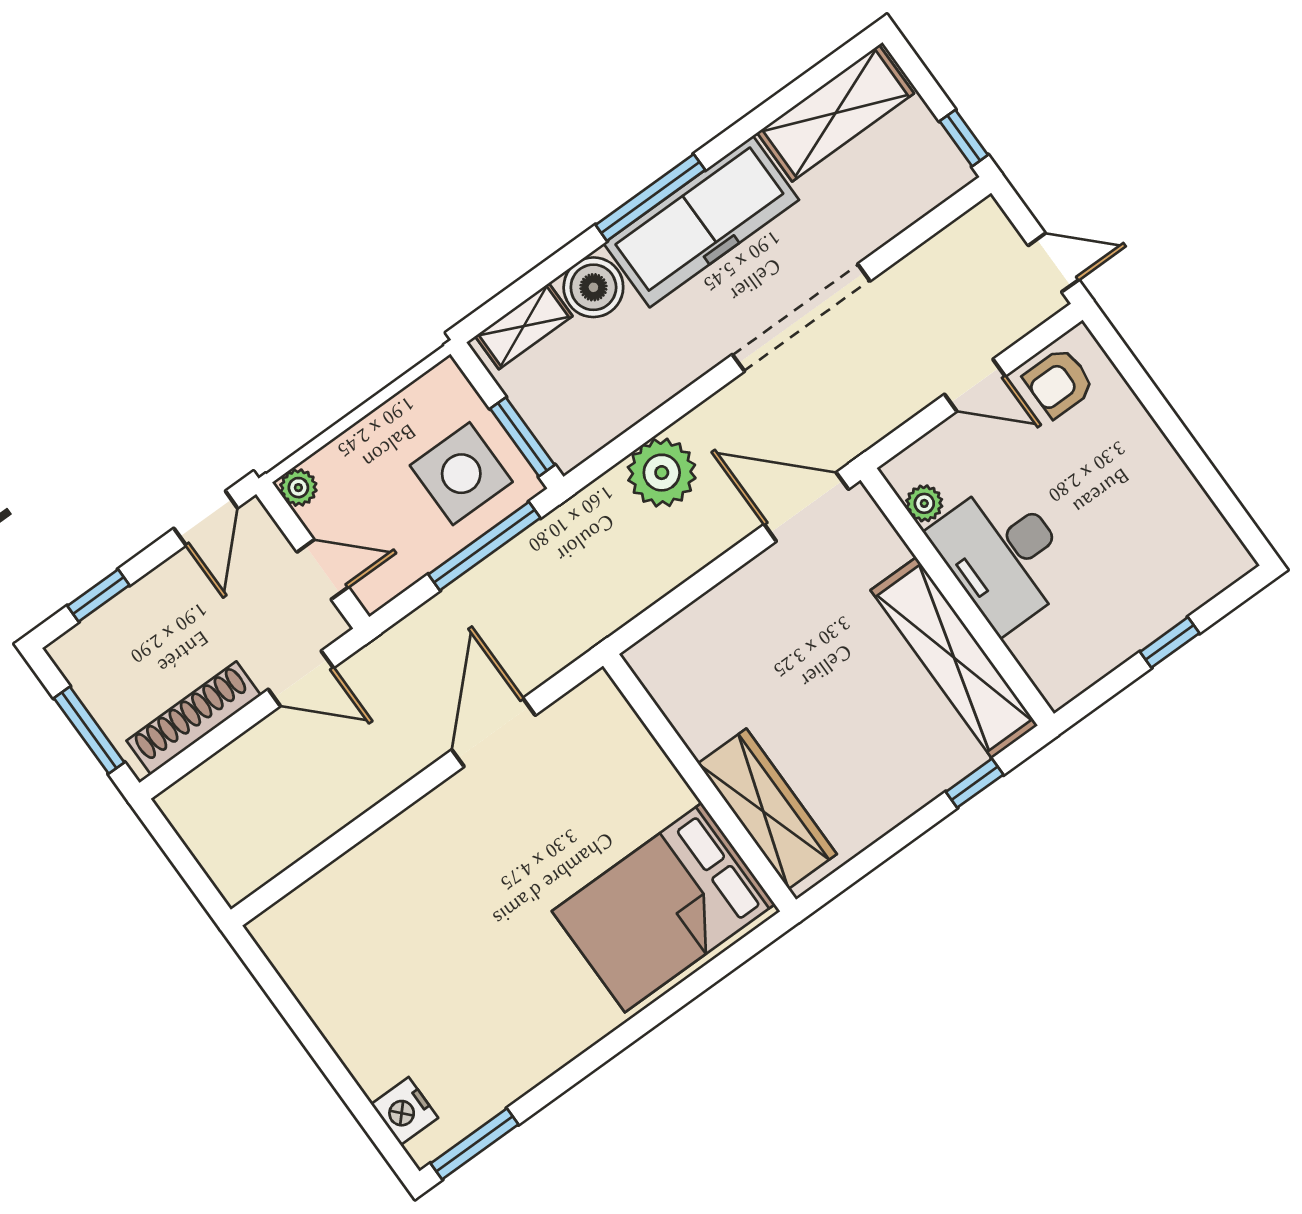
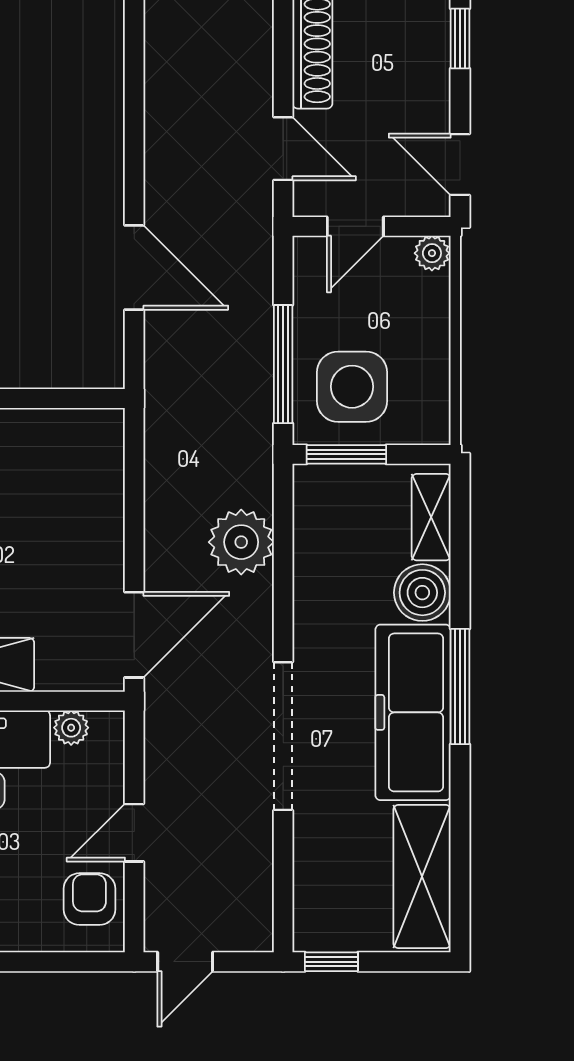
door: (301, 679) -> (283, 149), swing flipped

